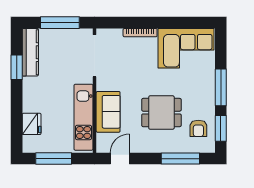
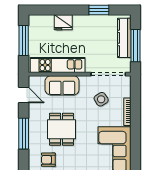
kitchen counter: (30, 52) -> (124, 38), moved, turned 90
side table: (125, 64) -> (101, 99), added
fridge: (32, 124) -> (63, 22), moved
window: (180, 159) -> (24, 134), moved

